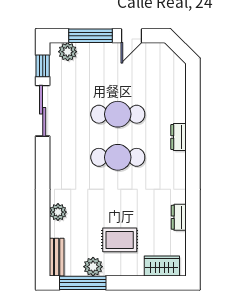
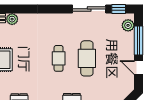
cafe table: (118, 157) -> (59, 58), width x0.73, depth x0.74
plant: (58, 212) -> (12, 19), moved

